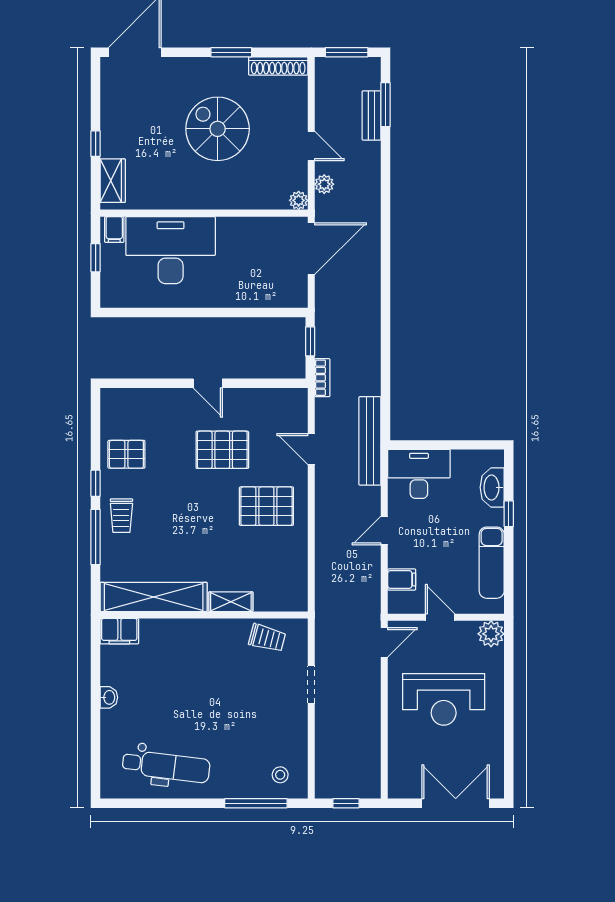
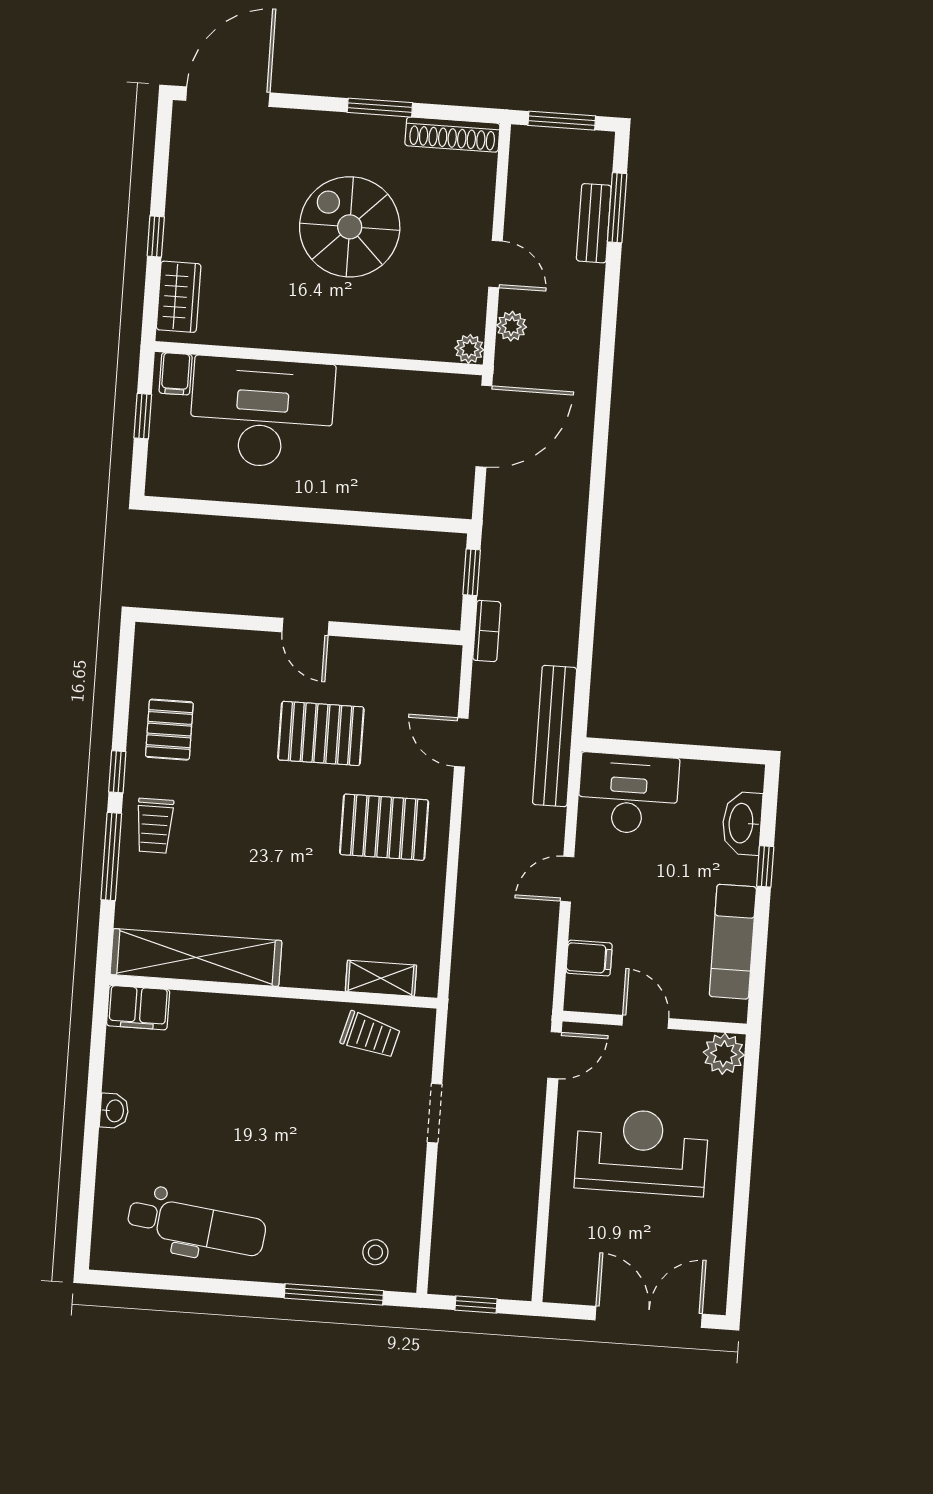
pallet: (126, 454) -> (169, 730), turned 90
shelving: (231, 602) -> (381, 978), moved
reception desk: (444, 699) -> (642, 1152), turned 180

